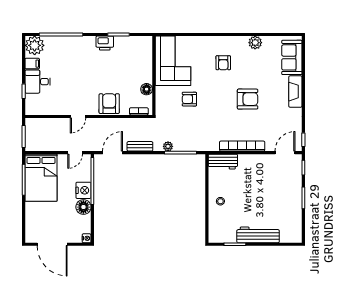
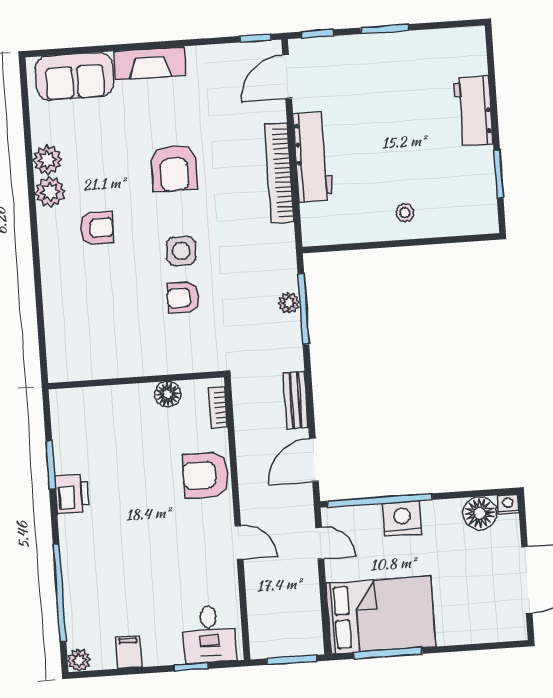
plant: (241, 43) -> (50, 192), added
plant: (35, 45) -> (79, 660), width x0.53, depth x0.53
corner sofa: (173, 61) -> (100, 340), removed
desk: (38, 82) -> (209, 634), moved
armchair: (189, 99) -> (183, 298), turned 90
armchair: (248, 99) -> (174, 168), turned 180
side table: (210, 100) -> (181, 251), added
plant: (168, 146) -> (289, 303), moved
door: (112, 153) -> (314, 460), hinge flipped
door: (285, 153) -> (287, 77), hinge flipped
workbench: (223, 162) -> (313, 157), moved, width x1.38
floor lamp: (83, 207) -> (480, 513), moved
workbench: (258, 235) -> (473, 111), width x0.73

